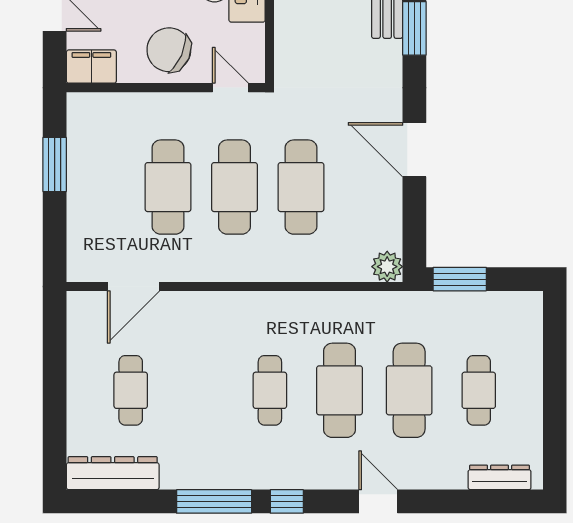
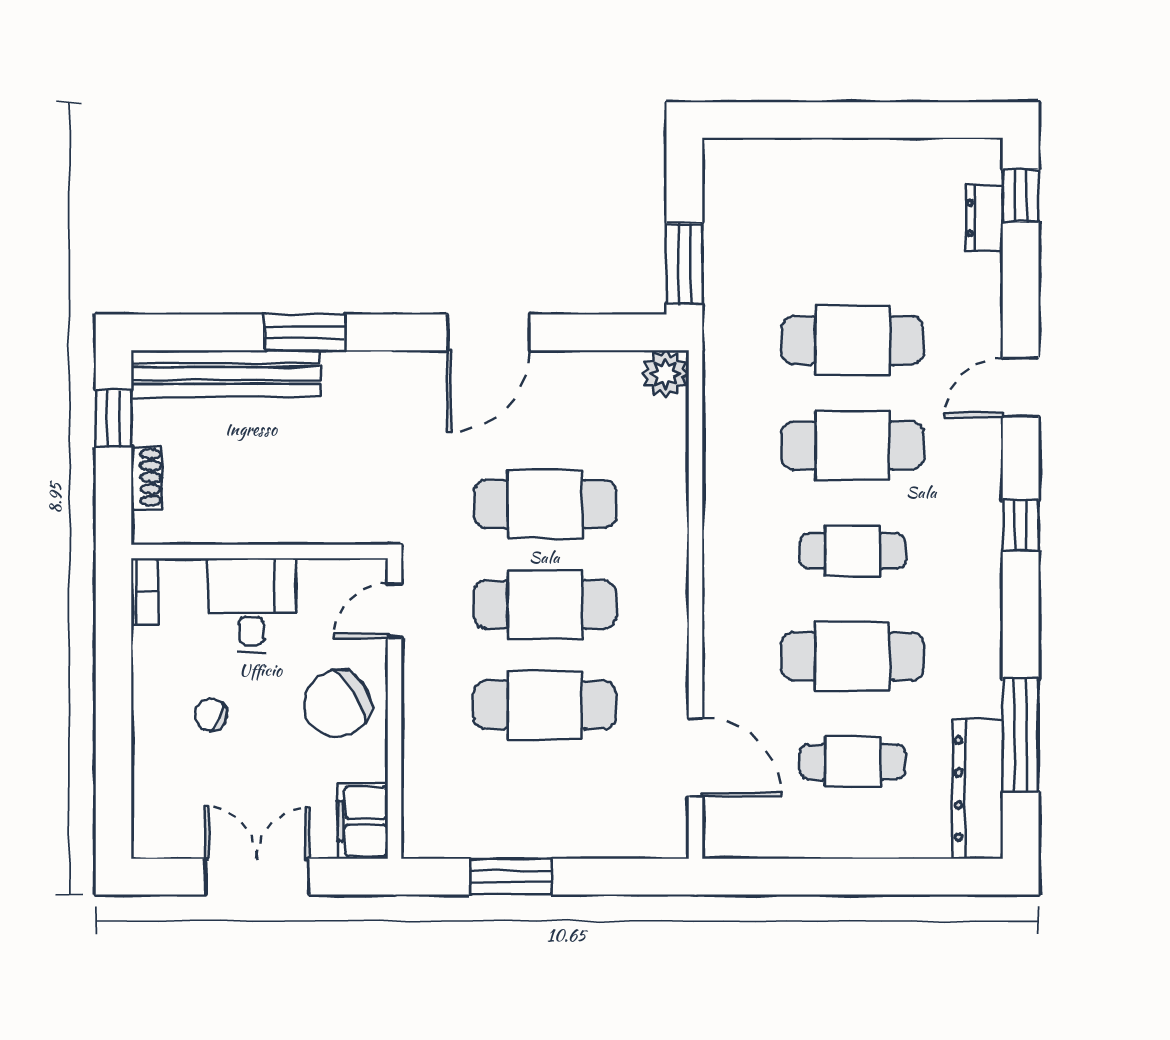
chair: (169, 50) -> (337, 704), turned 33
cafe table: (479, 390) -> (853, 656), moved, width x1.37, depth x1.35
dresser: (500, 477) -> (984, 218), width x0.70
window: (214, 501) -> (1021, 735), moved
window: (505, 501) -> (1021, 196), added

